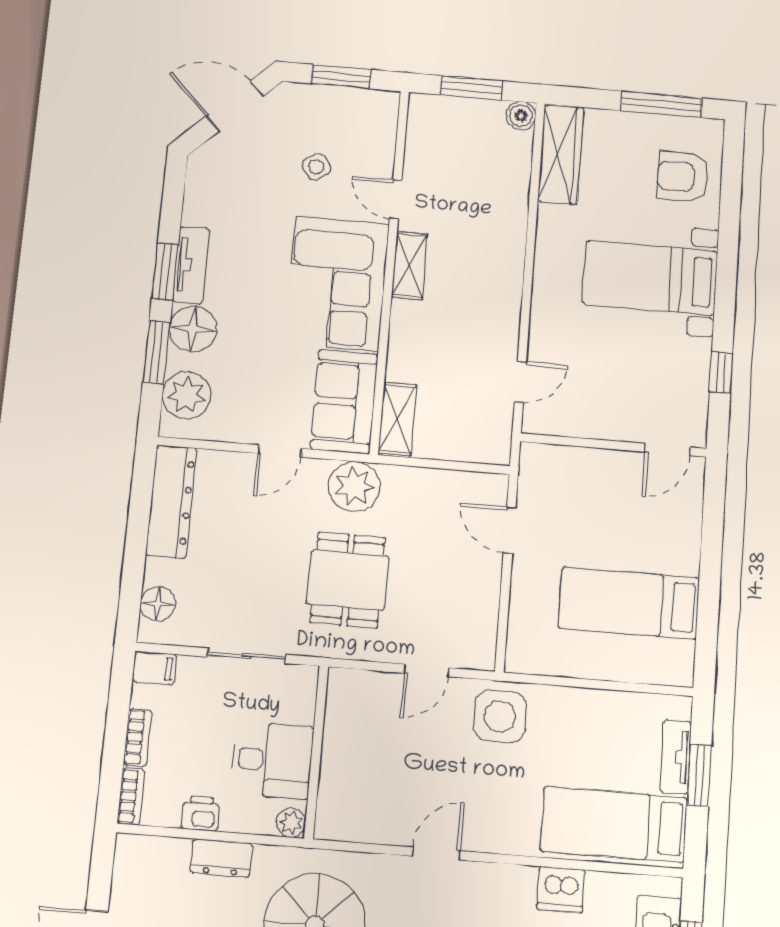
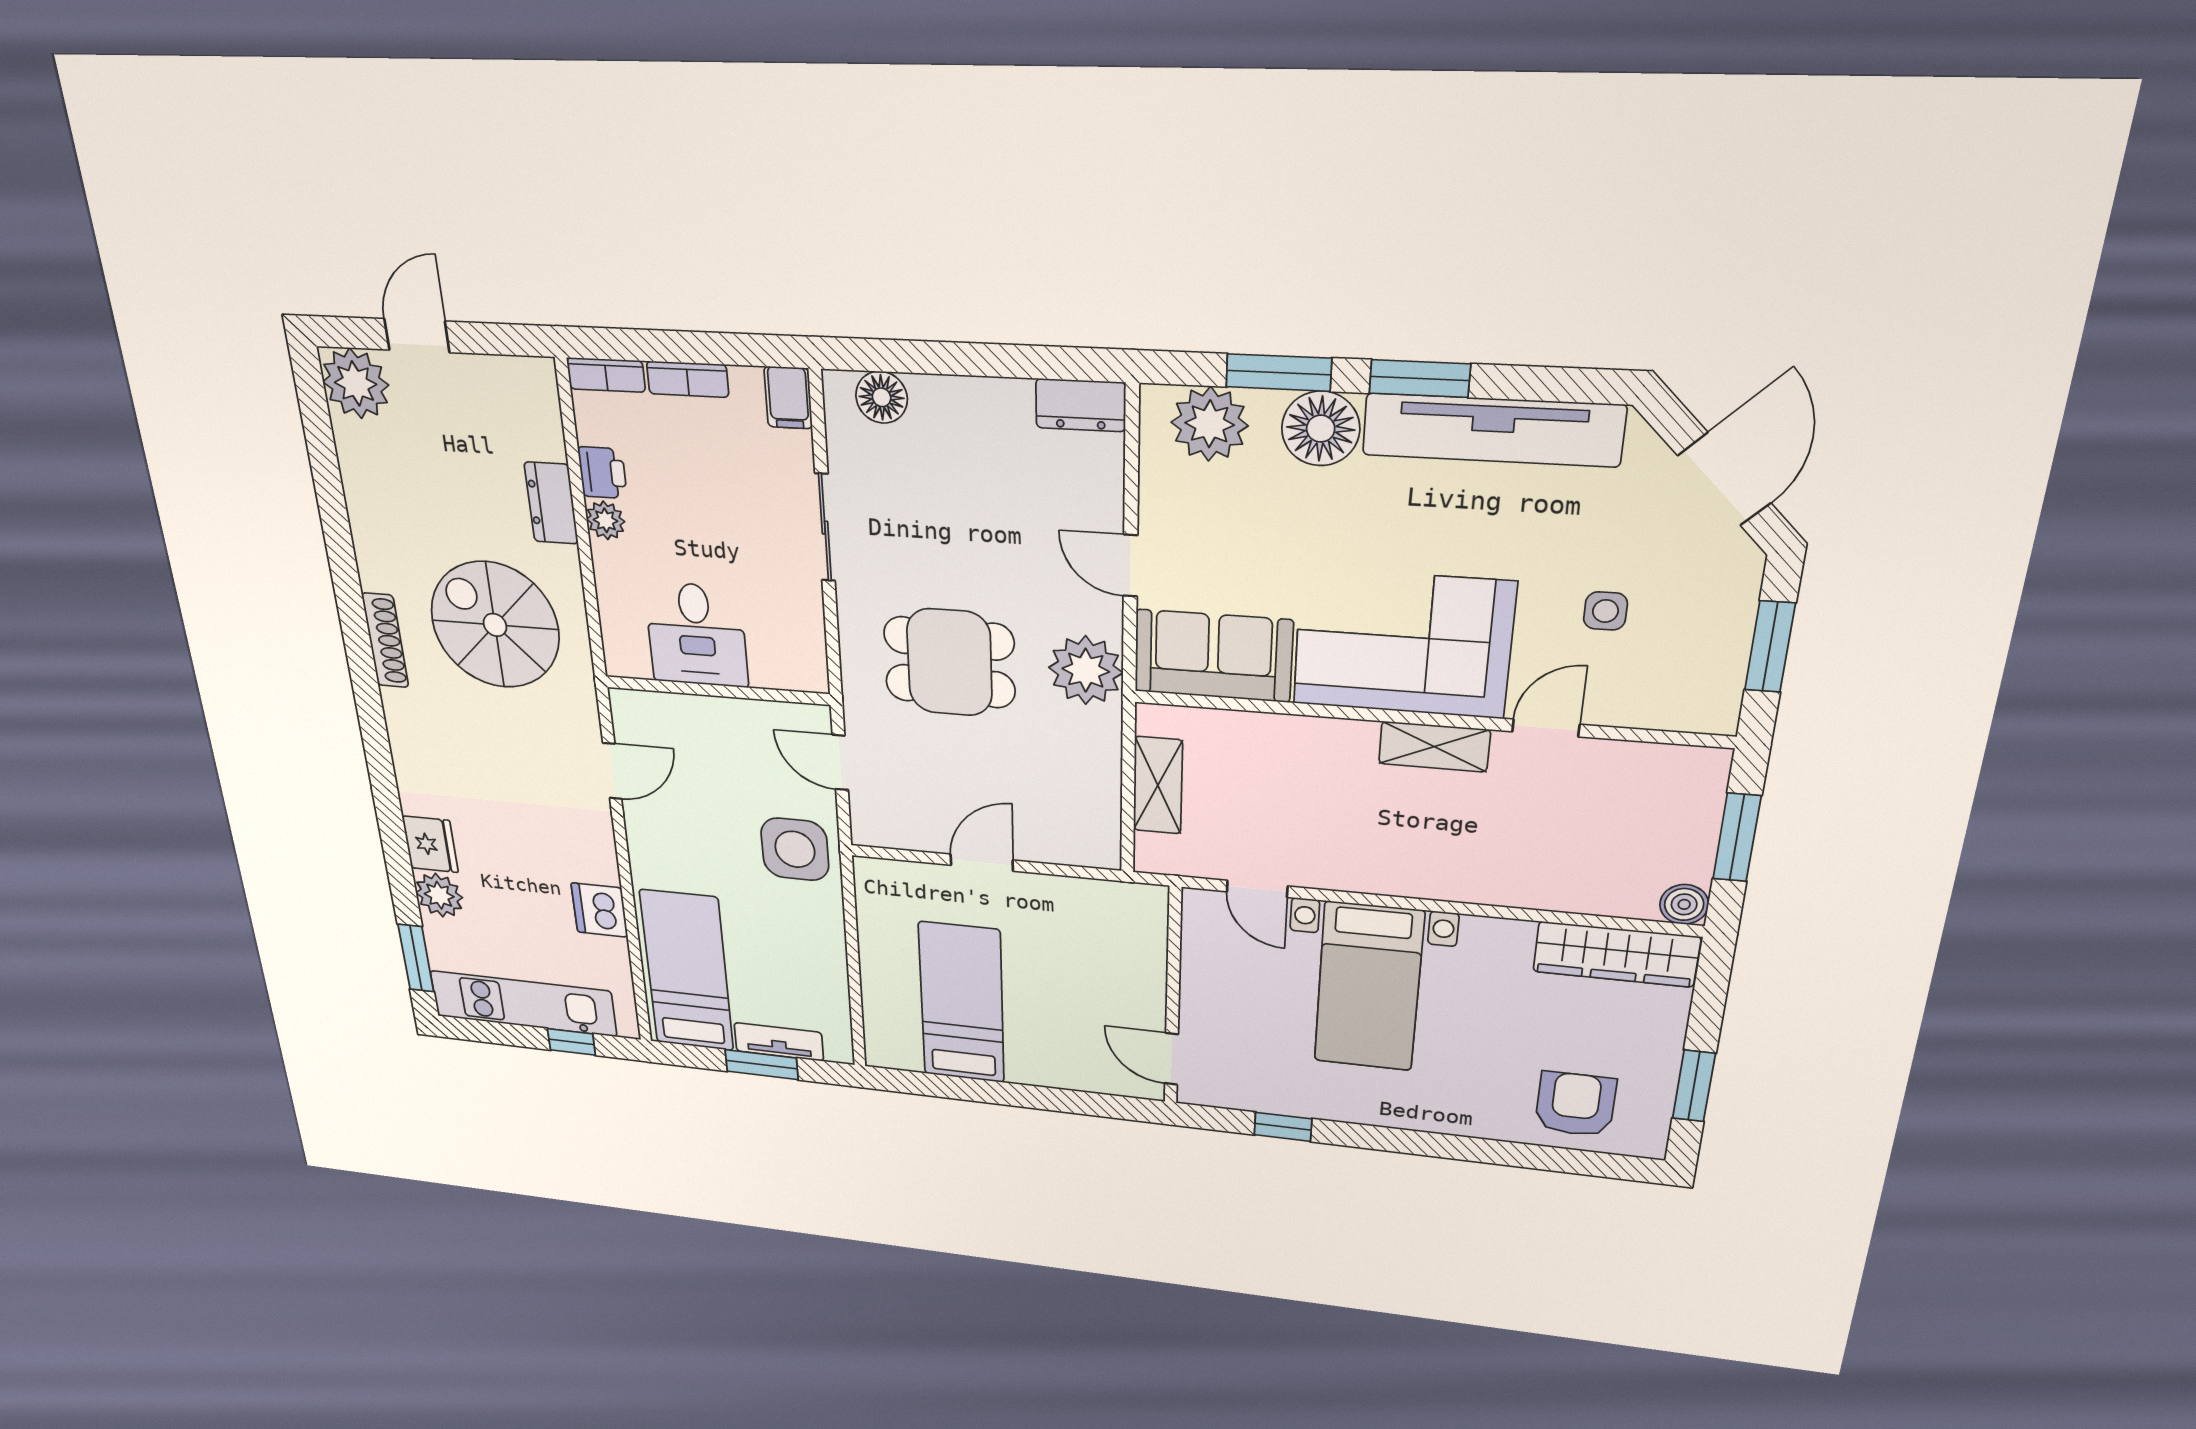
window: (661, 104) -> (1694, 1086), width x0.69
side table: (316, 167) -> (1605, 611), turned 36
tv unit: (191, 265) -> (1493, 430), width x1.92, depth x1.29
bed with nightstands: (650, 278) -> (1369, 987), moved, turned 180
shelving: (397, 419) -> (1158, 785), moved, turned 90
dresser: (171, 502) -> (1081, 405), width x0.51, depth x0.80
door: (510, 530) -> (982, 863), moved
wall: (316, 752) -> (717, 691), moved
desk: (272, 760) -> (696, 635), moved
plant: (291, 823) -> (606, 520), moved
door: (436, 853) -> (612, 771), hinge flipped

